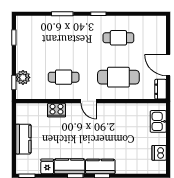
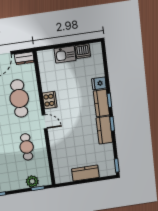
door: (89, 101) -> (45, 122), hinge flipped
cooker: (57, 110) -> (50, 100), moved
kitchen sink: (158, 121) -> (65, 54), moved
fridge: (47, 166) -> (99, 83), moved

